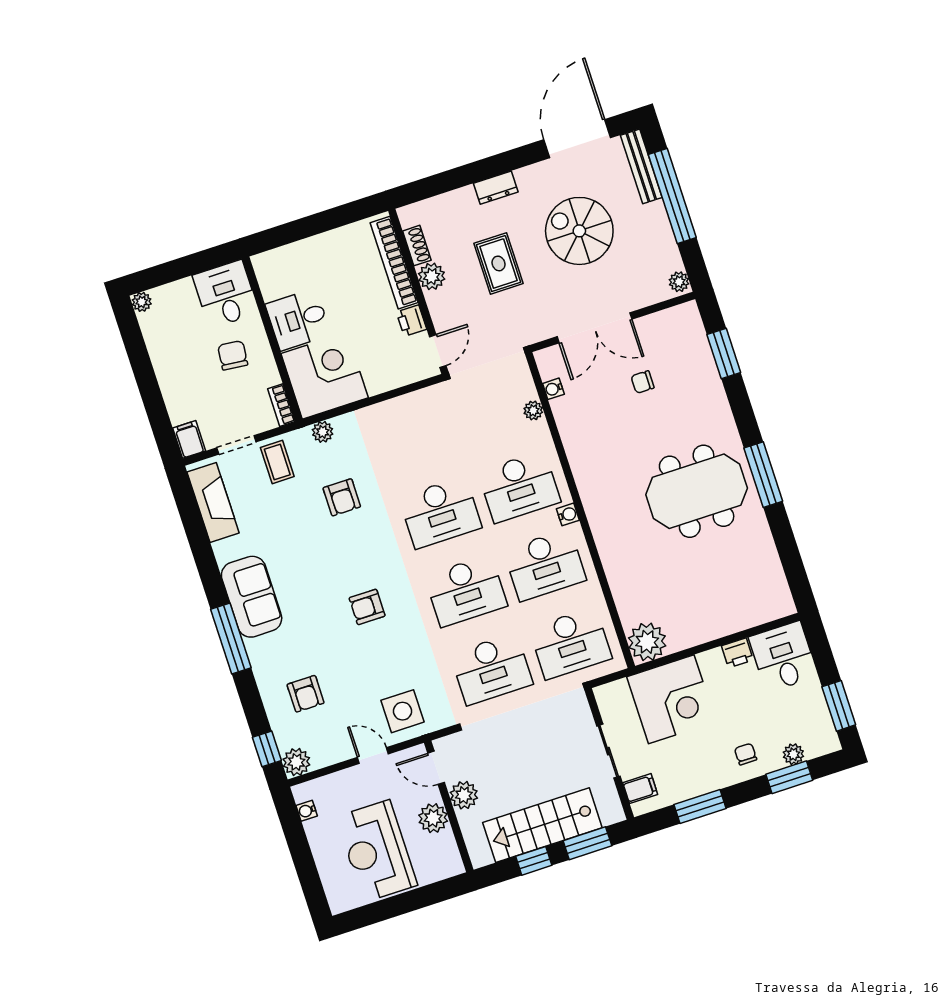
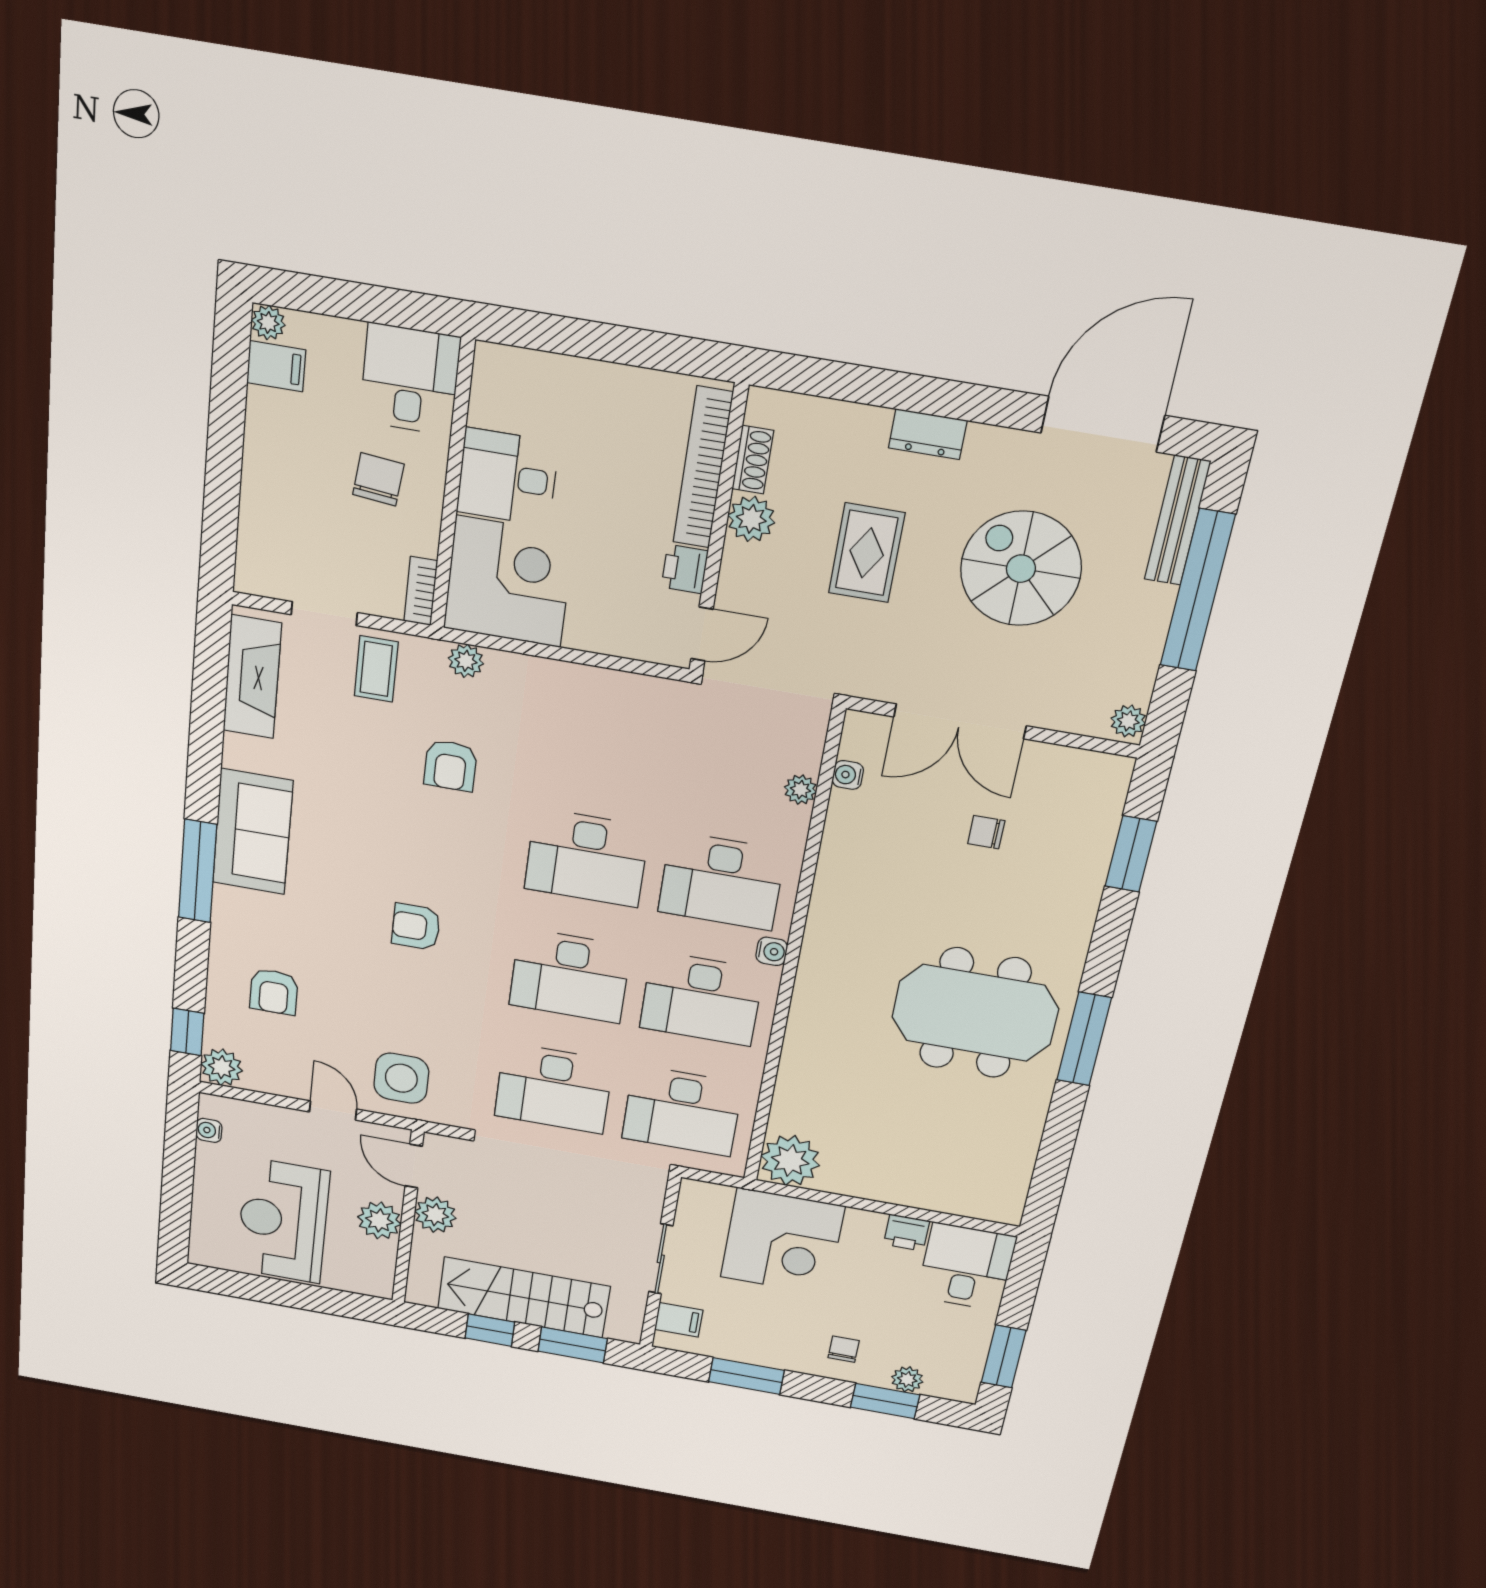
filing cabinet: (189, 439) -> (276, 366), moved, turned 90

